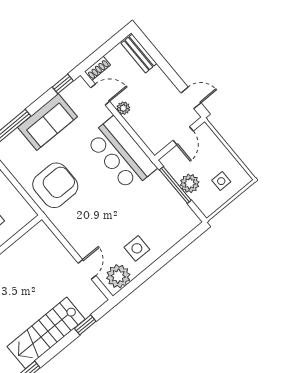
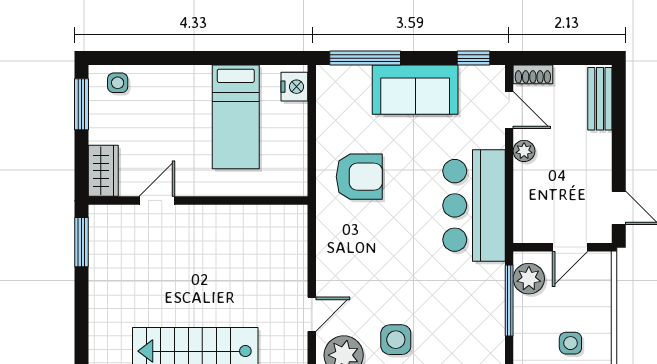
plant: (190, 183) -> (529, 279), moved
armchair: (55, 185) -> (359, 177), width x0.73, depth x0.73

